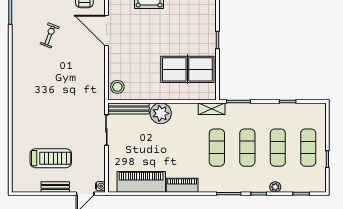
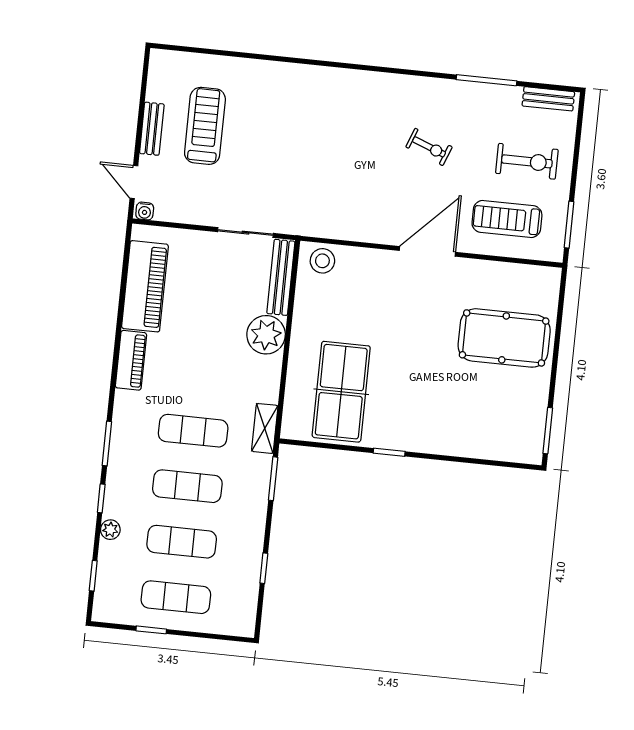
treadmill: (51, 158) -> (205, 126), turned 180

